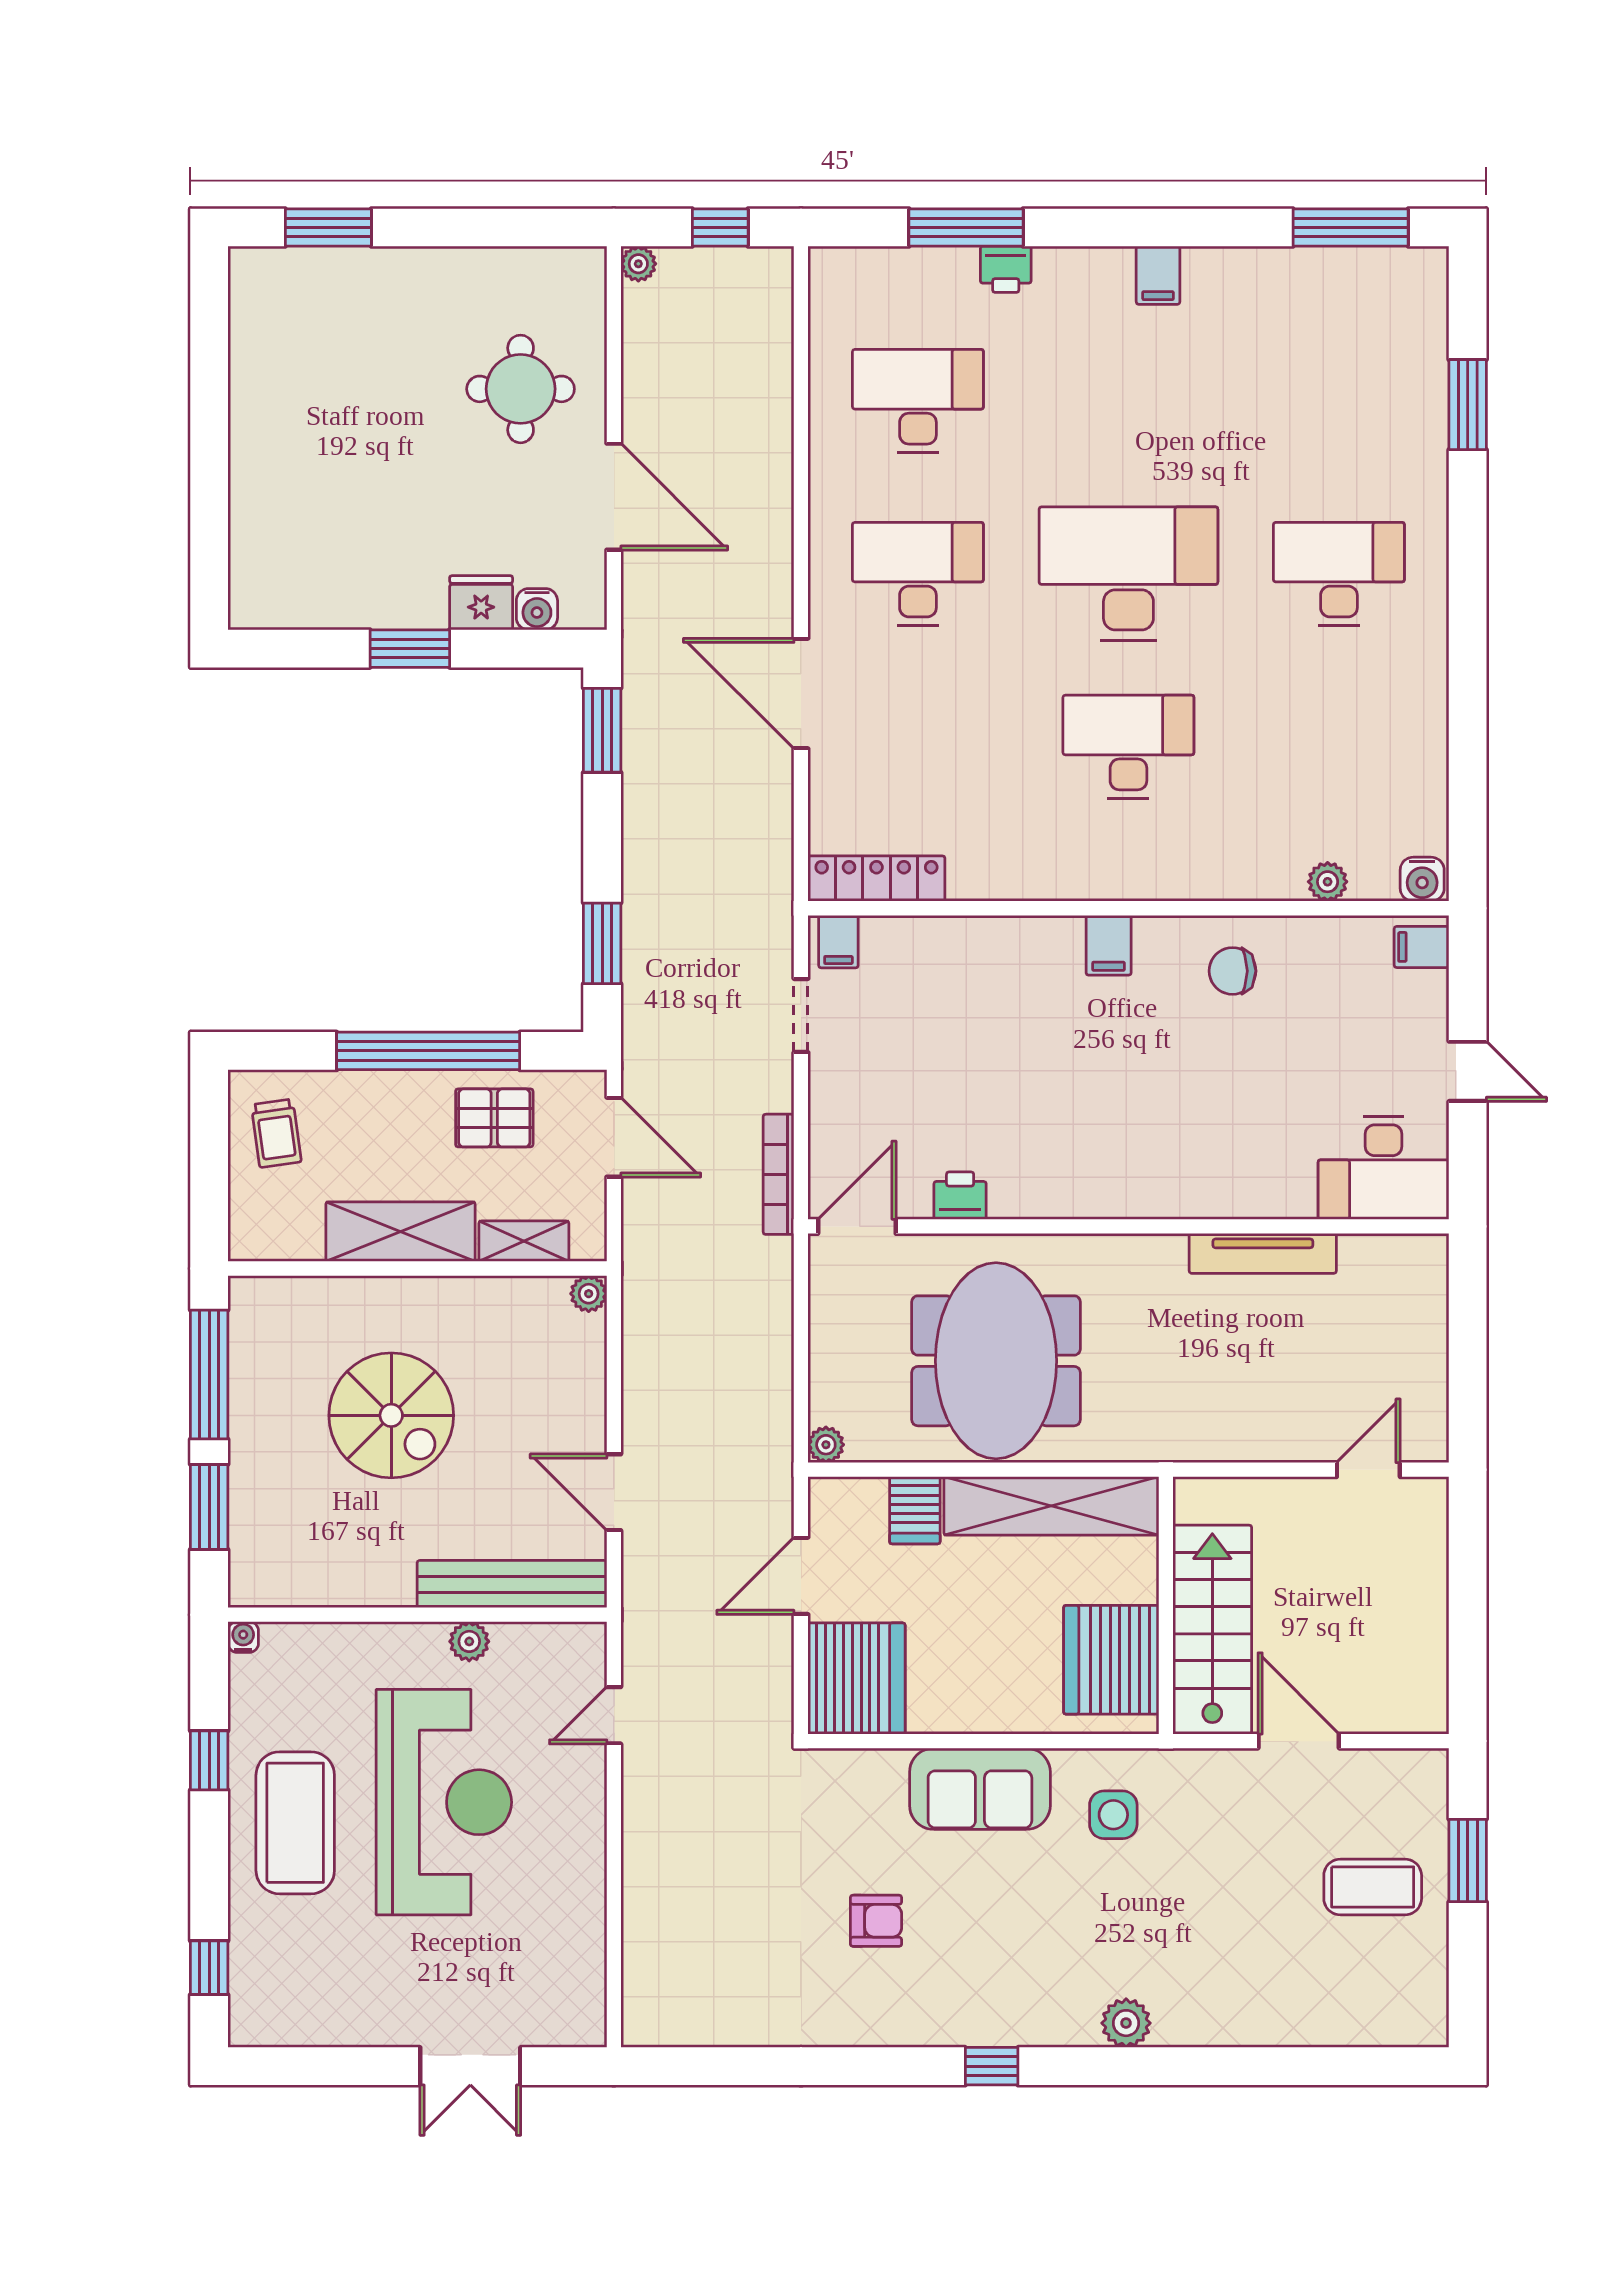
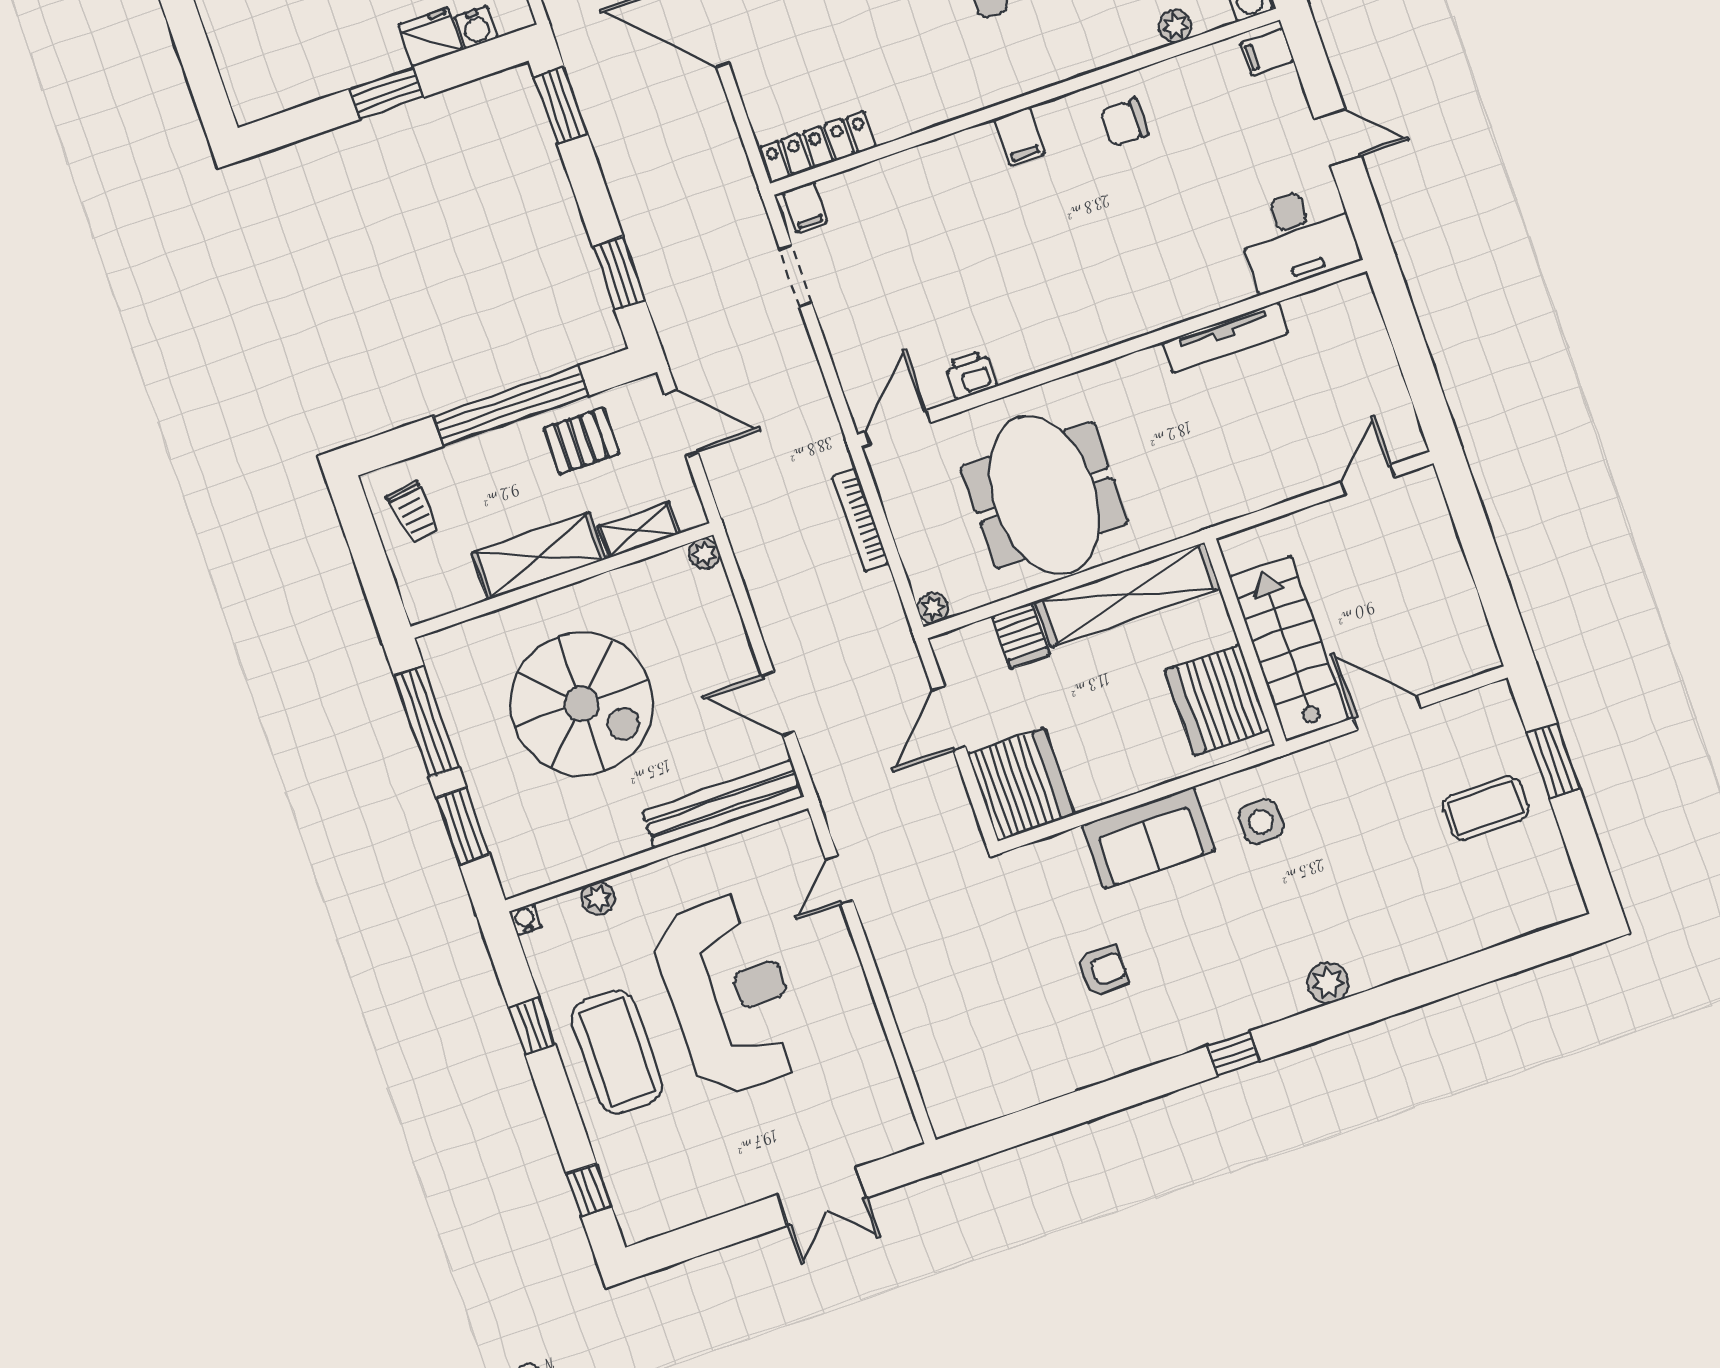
bookcase: (779, 1174) -> (860, 520), moved
spiral stairs: (391, 1415) -> (582, 704), width x1.37, depth x1.37
plant: (469, 1641) -> (598, 898), moved

